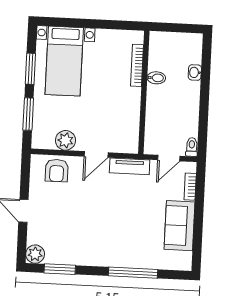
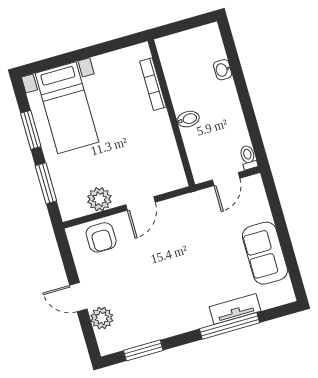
bidet: (156, 78) -> (188, 119), moved
tv unit: (130, 166) -> (235, 309), moved, turned 180
bookcase: (190, 187) -> (262, 204), removed
plant: (35, 254) -> (102, 318), moved

